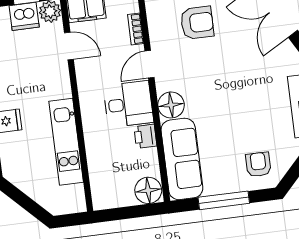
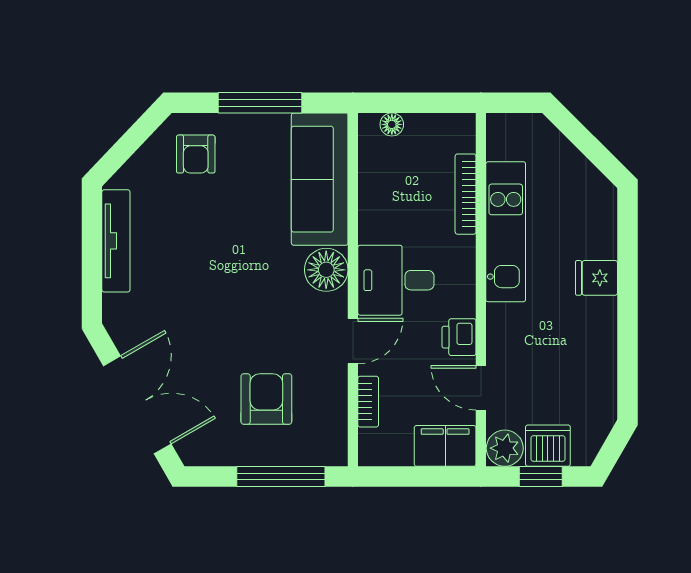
armchair: (197, 23) -> (266, 399), turned 90
printer: (145, 136) -> (459, 337), moved, turned 180
bookcase: (93, 161) -> (466, 194), added
floor lamp: (148, 190) -> (392, 124), width x0.53, depth x0.53

